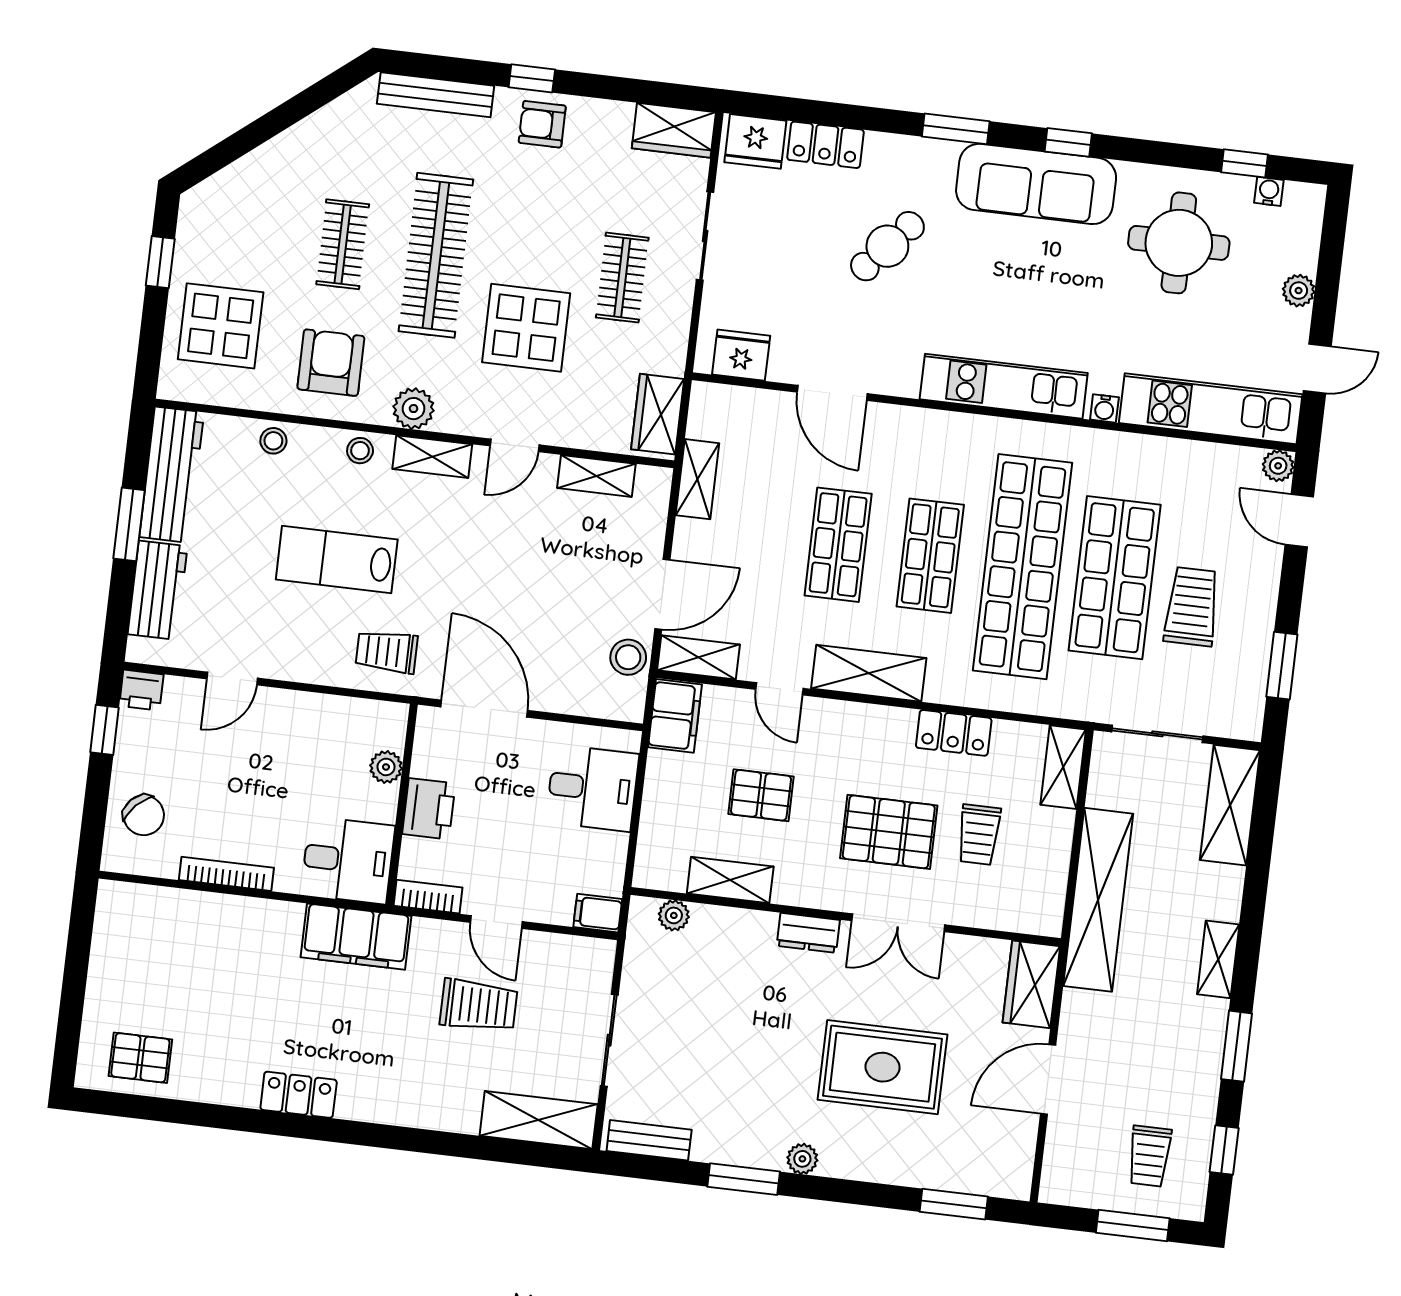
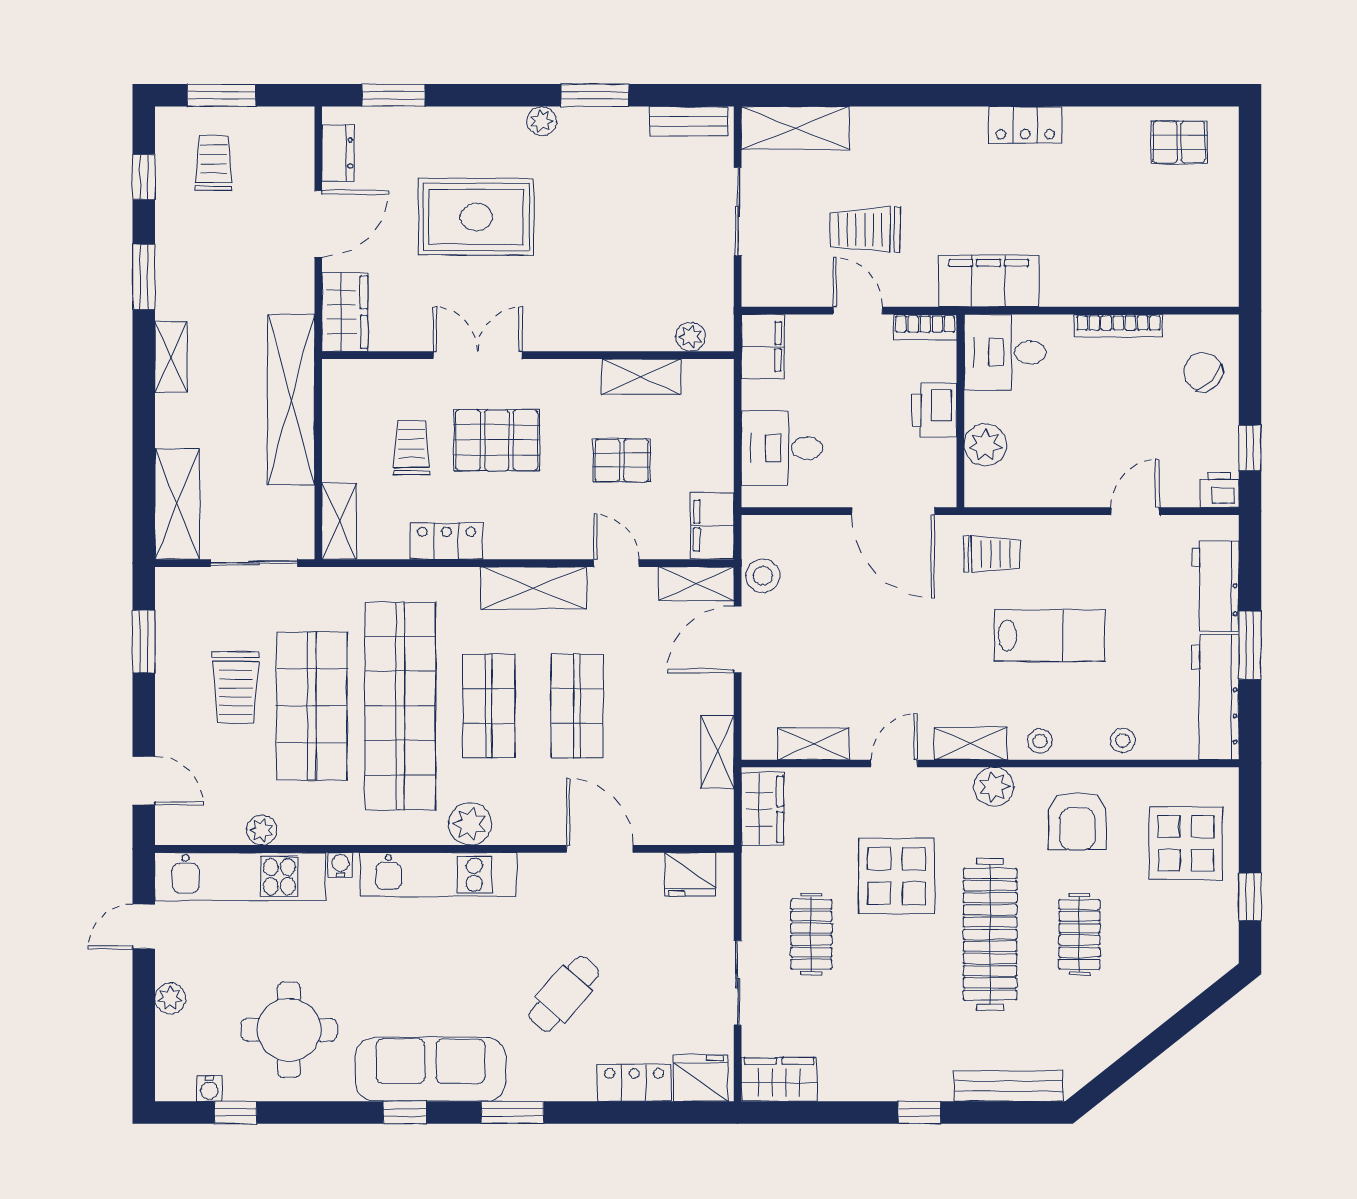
armchair: (542, 124) -> (904, 1070), removed
plant: (964, 435) -> (470, 824), added
plant: (1278, 466) -> (262, 830), moved
plant: (386, 767) -> (985, 445), width x1.38, depth x1.38
filing cabinet: (598, 913) -> (763, 347), width x2.00
dresser: (808, 933) -> (338, 153), moved, turned 90

